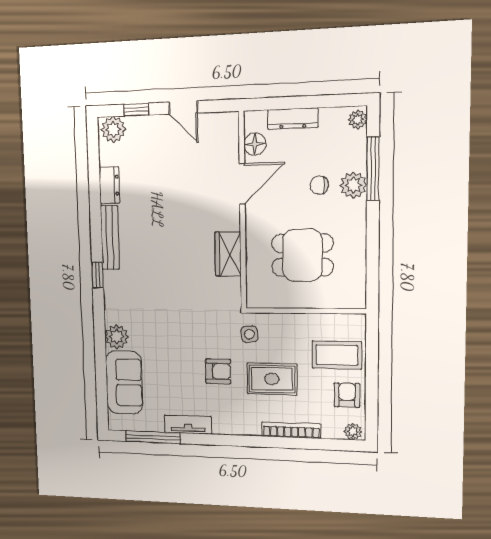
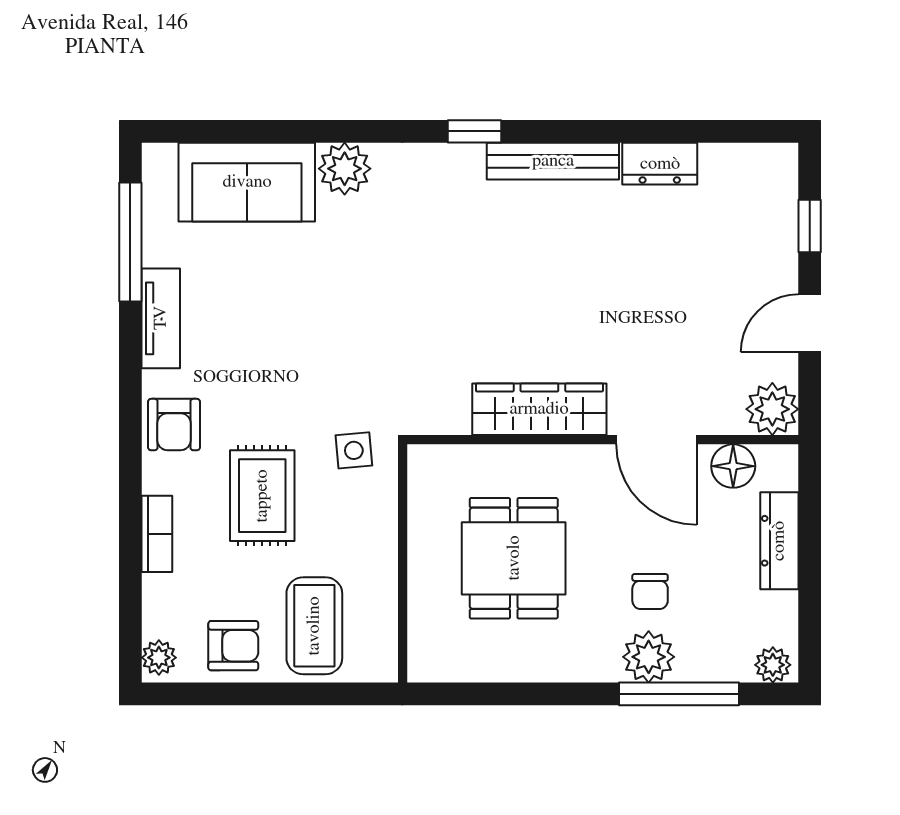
plant: (113, 129) -> (772, 409), moved
chair: (319, 185) -> (650, 592), turned 180
wardrobe: (228, 254) -> (539, 409), width x1.50
armchair: (218, 371) -> (174, 425), moved
bookcase: (291, 430) -> (157, 534), width x0.64

